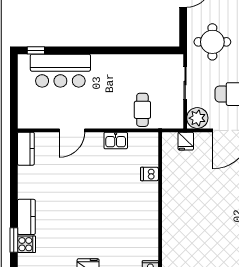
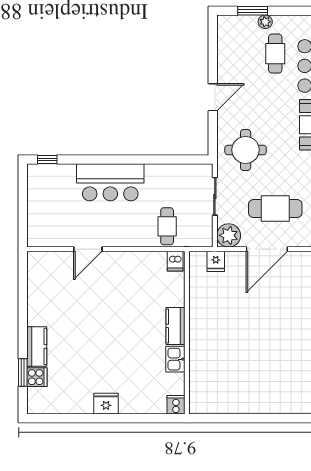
bar counter: (60, 71) -> (110, 182), moved
kitchen sink: (116, 141) -> (175, 359), moved, turned 90
kitchen counter: (26, 149) -> (175, 326), moved, turned 180
dishwasher: (149, 174) -> (175, 261), moved, turned -90

